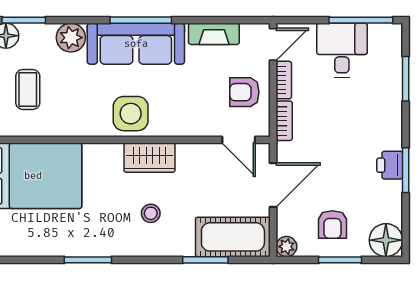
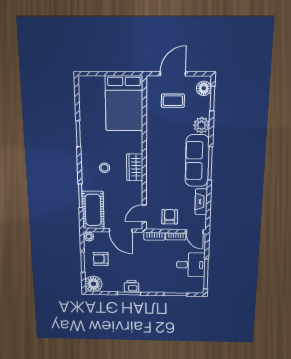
side table: (131, 114) -> (159, 158), removed

